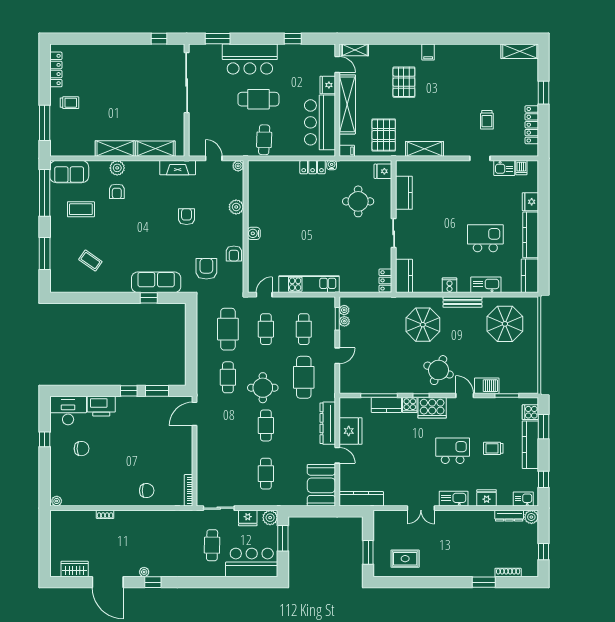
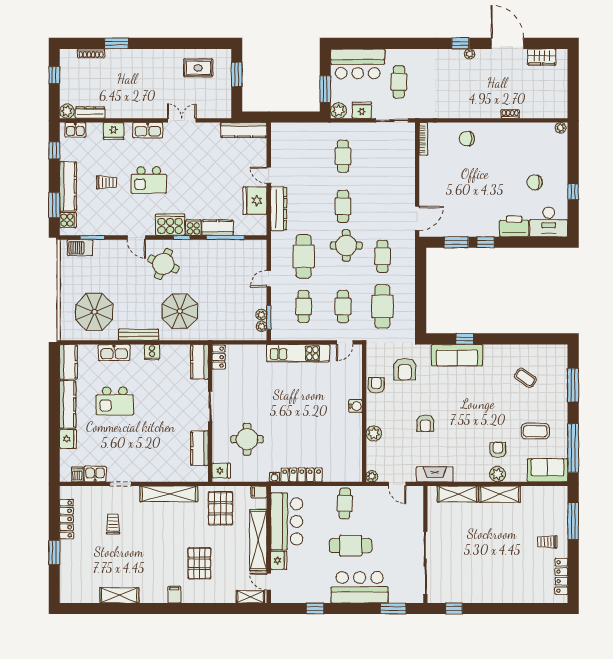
shelving: (520, 51) -> (119, 595), moved
shelving: (425, 149) -> (169, 494), width x1.47
locker: (313, 167) -> (302, 475), width x1.53
barbecue: (487, 386) -> (80, 248), moved
booth: (321, 485) -> (285, 144), removed

